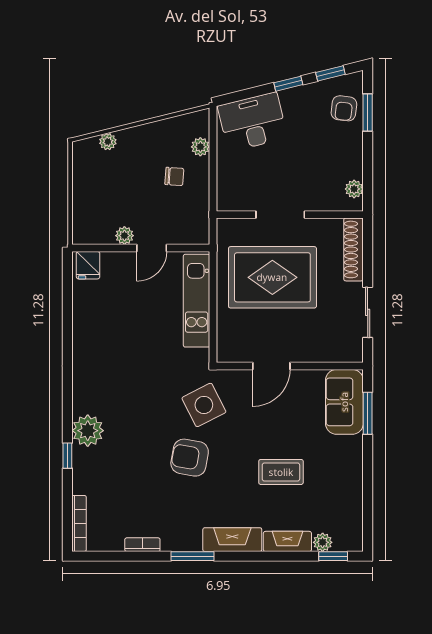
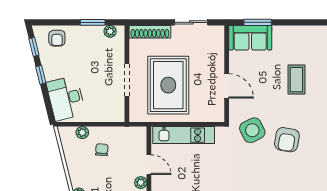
armchair: (344, 108) -> (57, 38), turned 83
window: (368, 112) -> (93, 22), moved

